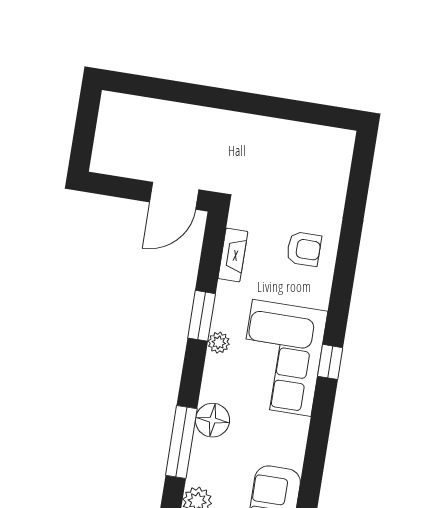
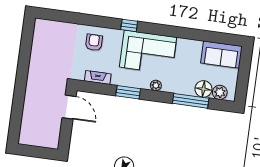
plant: (219, 343) -> (156, 85), moved
window: (330, 362) -> (129, 25), moved
floor lamp: (212, 420) -> (203, 89), moved

